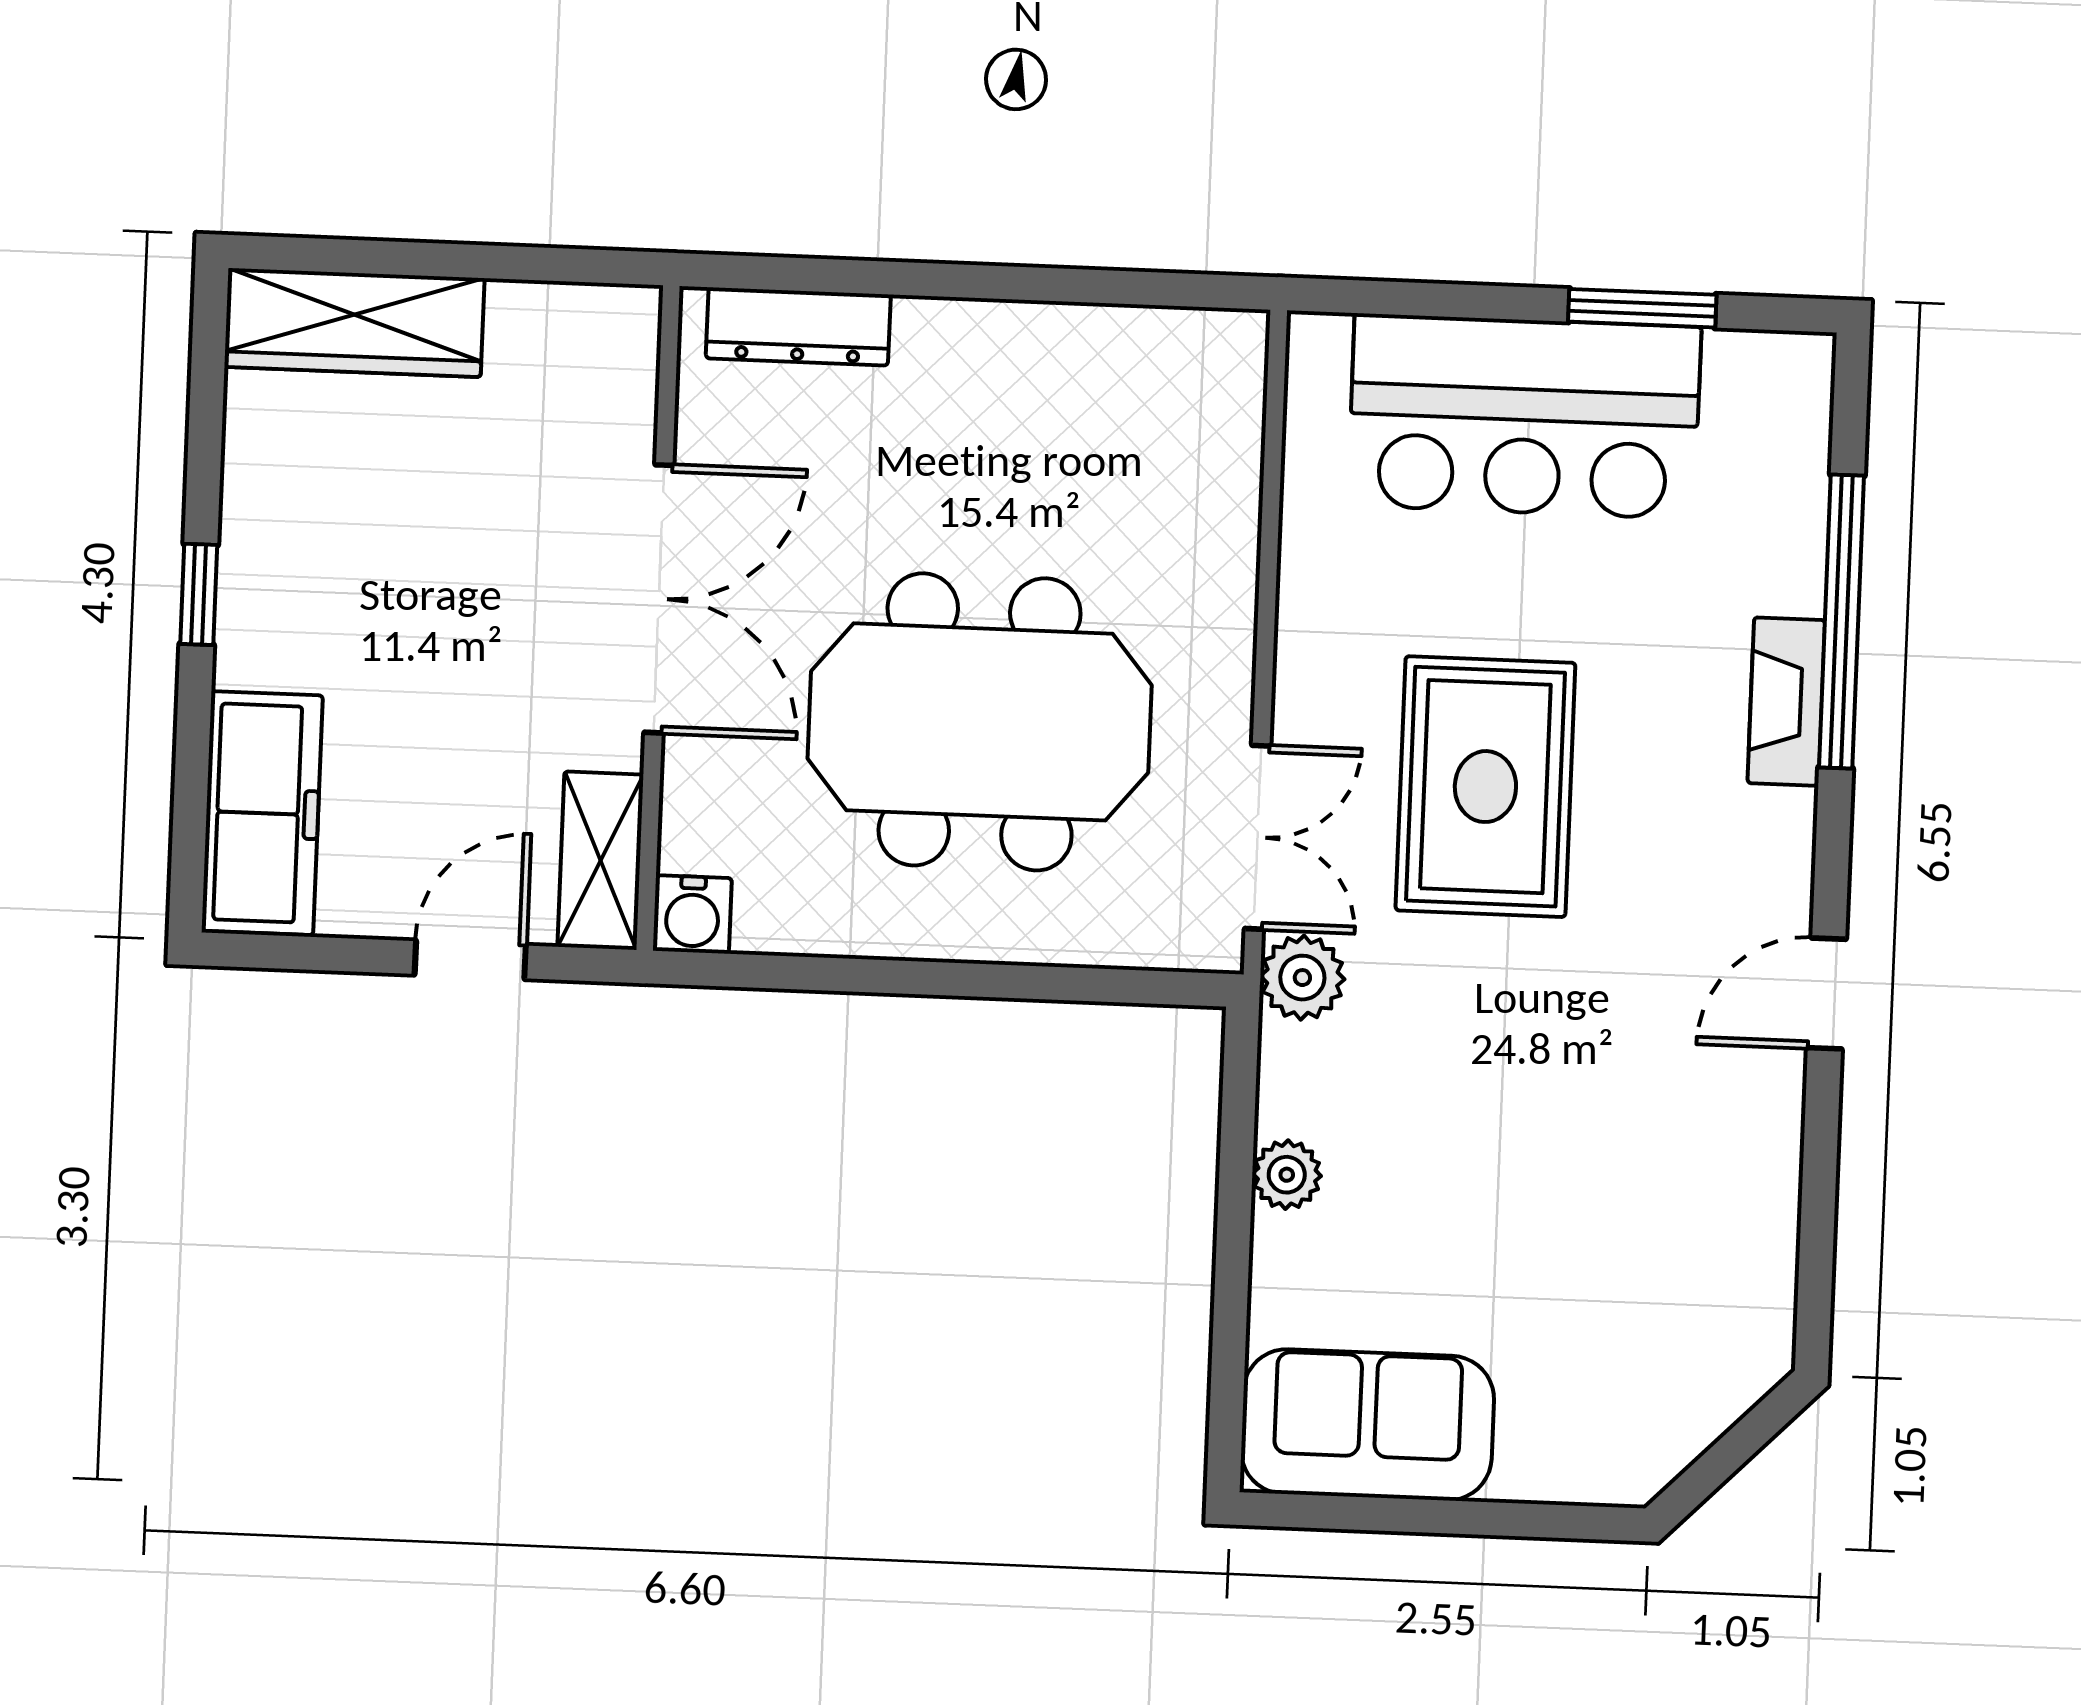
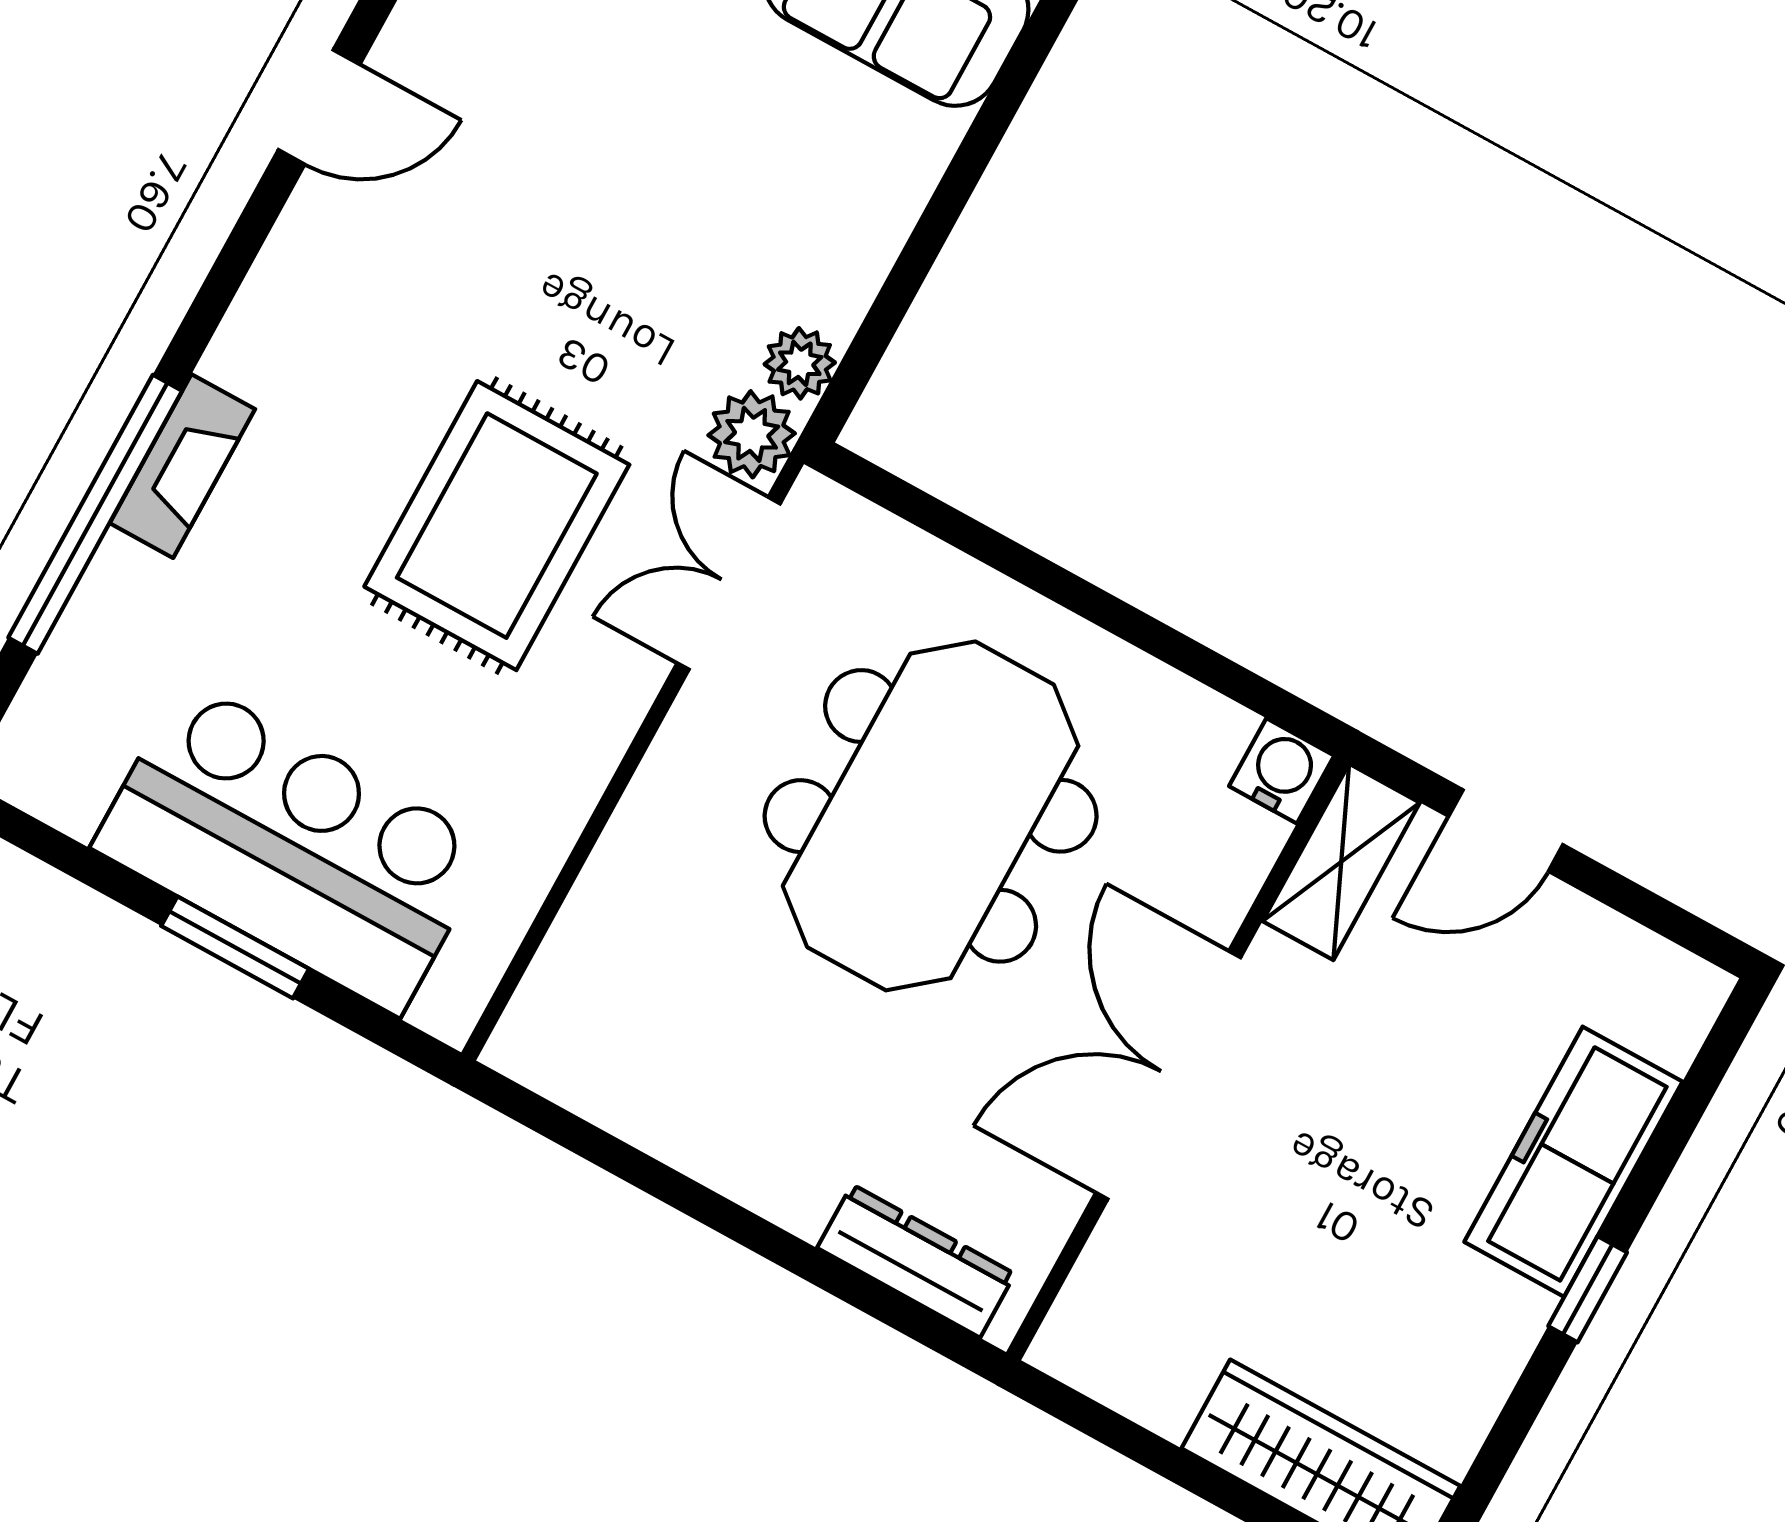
window: (1642, 308) -> (235, 947), moved
meeting table: (980, 722) -> (931, 816), turned 90
freezer: (262, 813) -> (1573, 1162), moved
door: (1827, 994) -> (319, 107), moved
plant: (1287, 1175) -> (800, 363), moved

